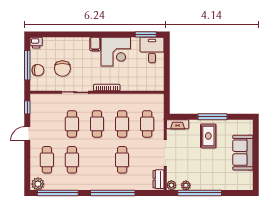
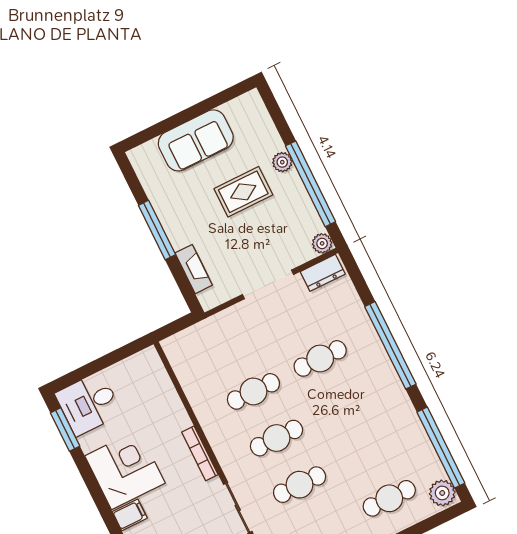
cafe table: (147, 124) -> (230, 345), removed
fireplace: (178, 124) -> (194, 269), moved
rug: (208, 136) -> (243, 192), moved
cafe table: (72, 160) -> (366, 452), removed
plant: (186, 185) -> (282, 162), moved

